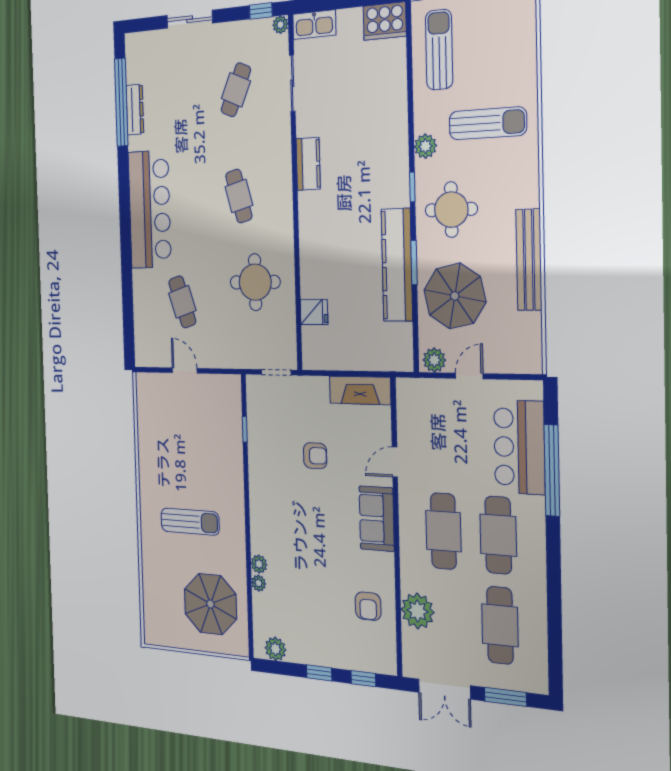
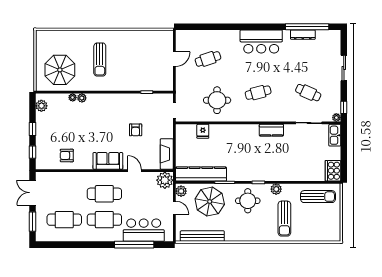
bar counter: (150, 209) -> (261, 42), width x0.73
bench: (529, 260) -> (202, 236), moved
kitchen counter: (397, 265) -> (201, 174), moved
plant: (417, 611) -> (165, 180), moved

